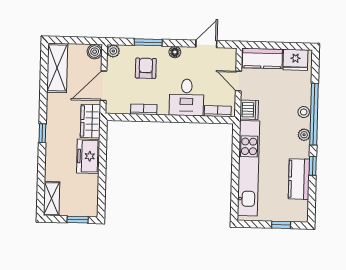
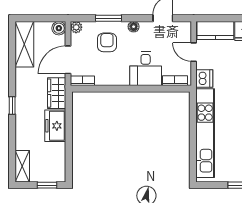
bookcase: (144, 109) -> (82, 81), moved

